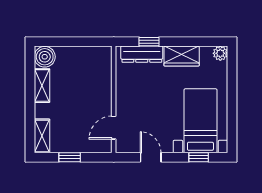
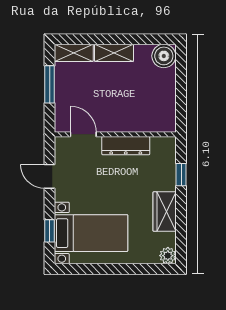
dresser: (142, 54) -> (126, 146), moved, turned -90
shelving: (42, 86) -> (114, 53), moved
window: (70, 157) -> (50, 84), width x1.50
door: (151, 157) -> (50, 176), swing flipped

